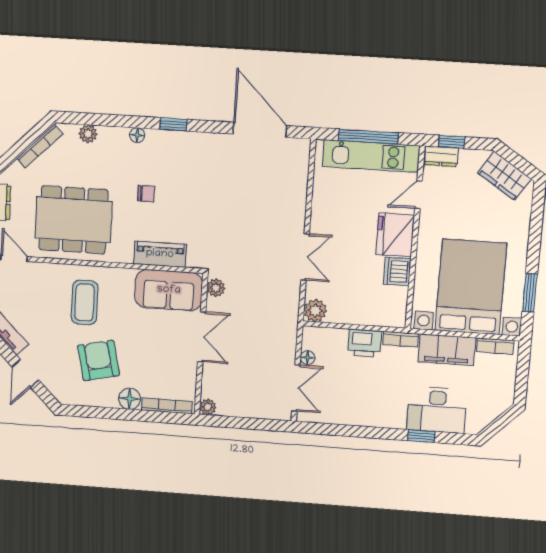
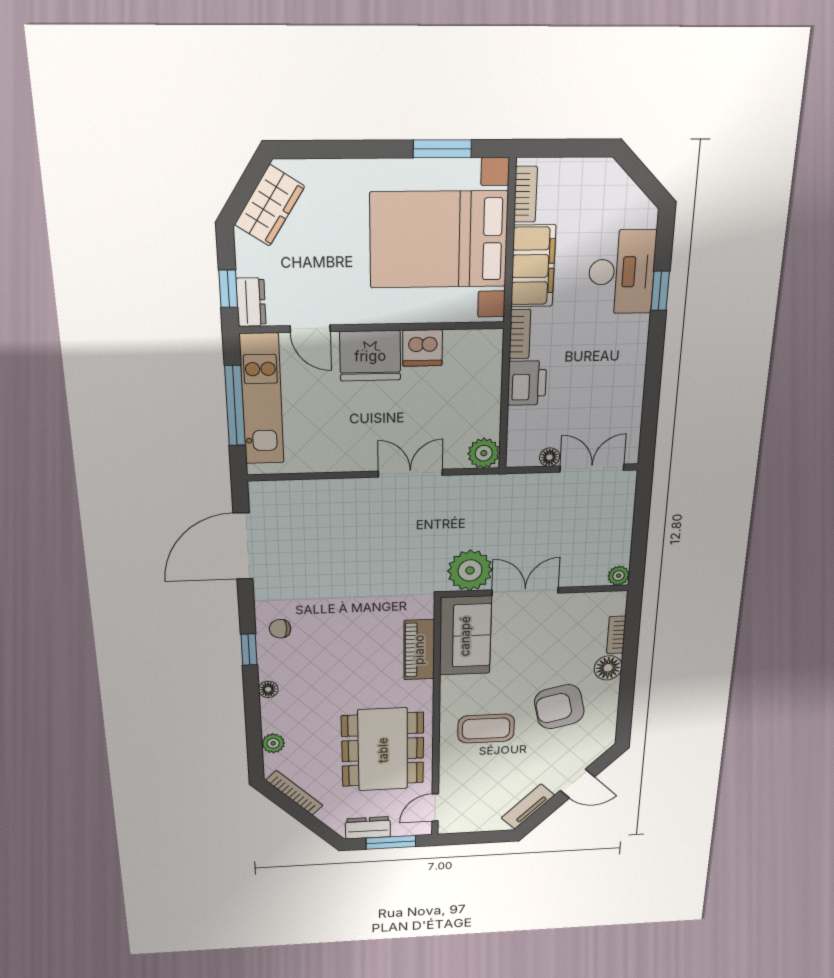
chair: (146, 194) -> (280, 629), moved, turned -90
plant: (216, 288) -> (470, 570), width x1.88, depth x1.88
bookcase: (167, 406) -> (616, 635), width x0.64

